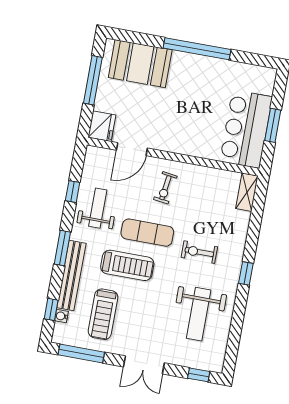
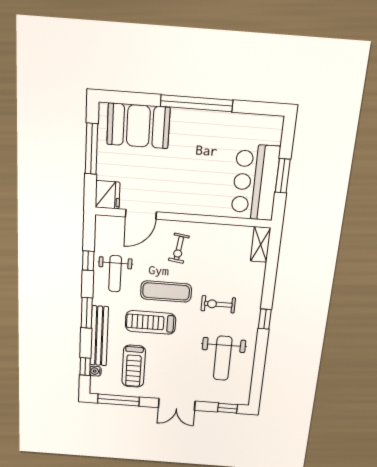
weight bench: (98, 208) -> (115, 274), turned 180
treadmill: (127, 265) -> (151, 322), turned 180

